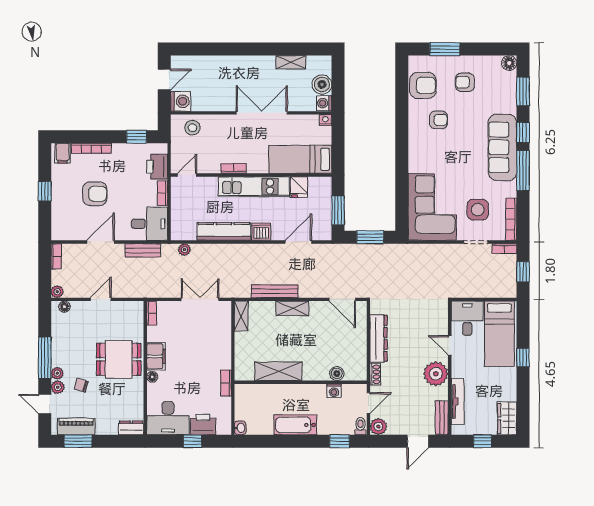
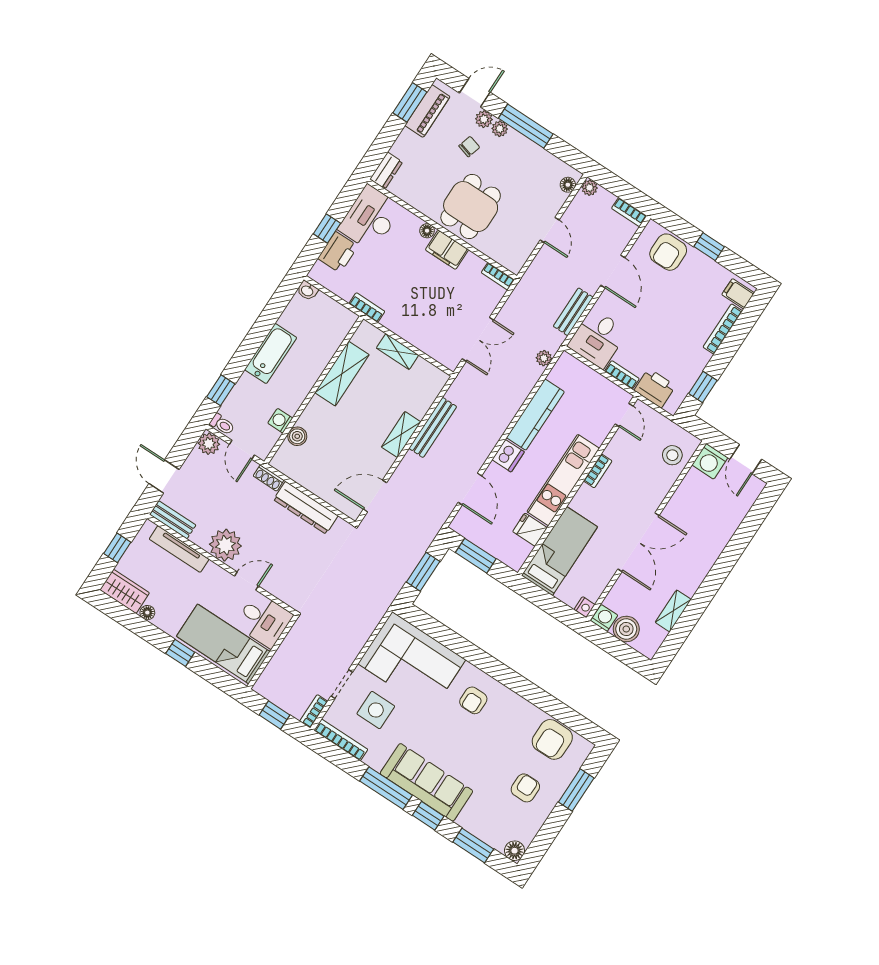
armchair: (438, 120) -> (473, 700), moved
armchair: (95, 194) -> (668, 252), moved
shelving: (241, 316) -> (398, 352), moved
floor lamp: (511, 395) -> (147, 613), added

